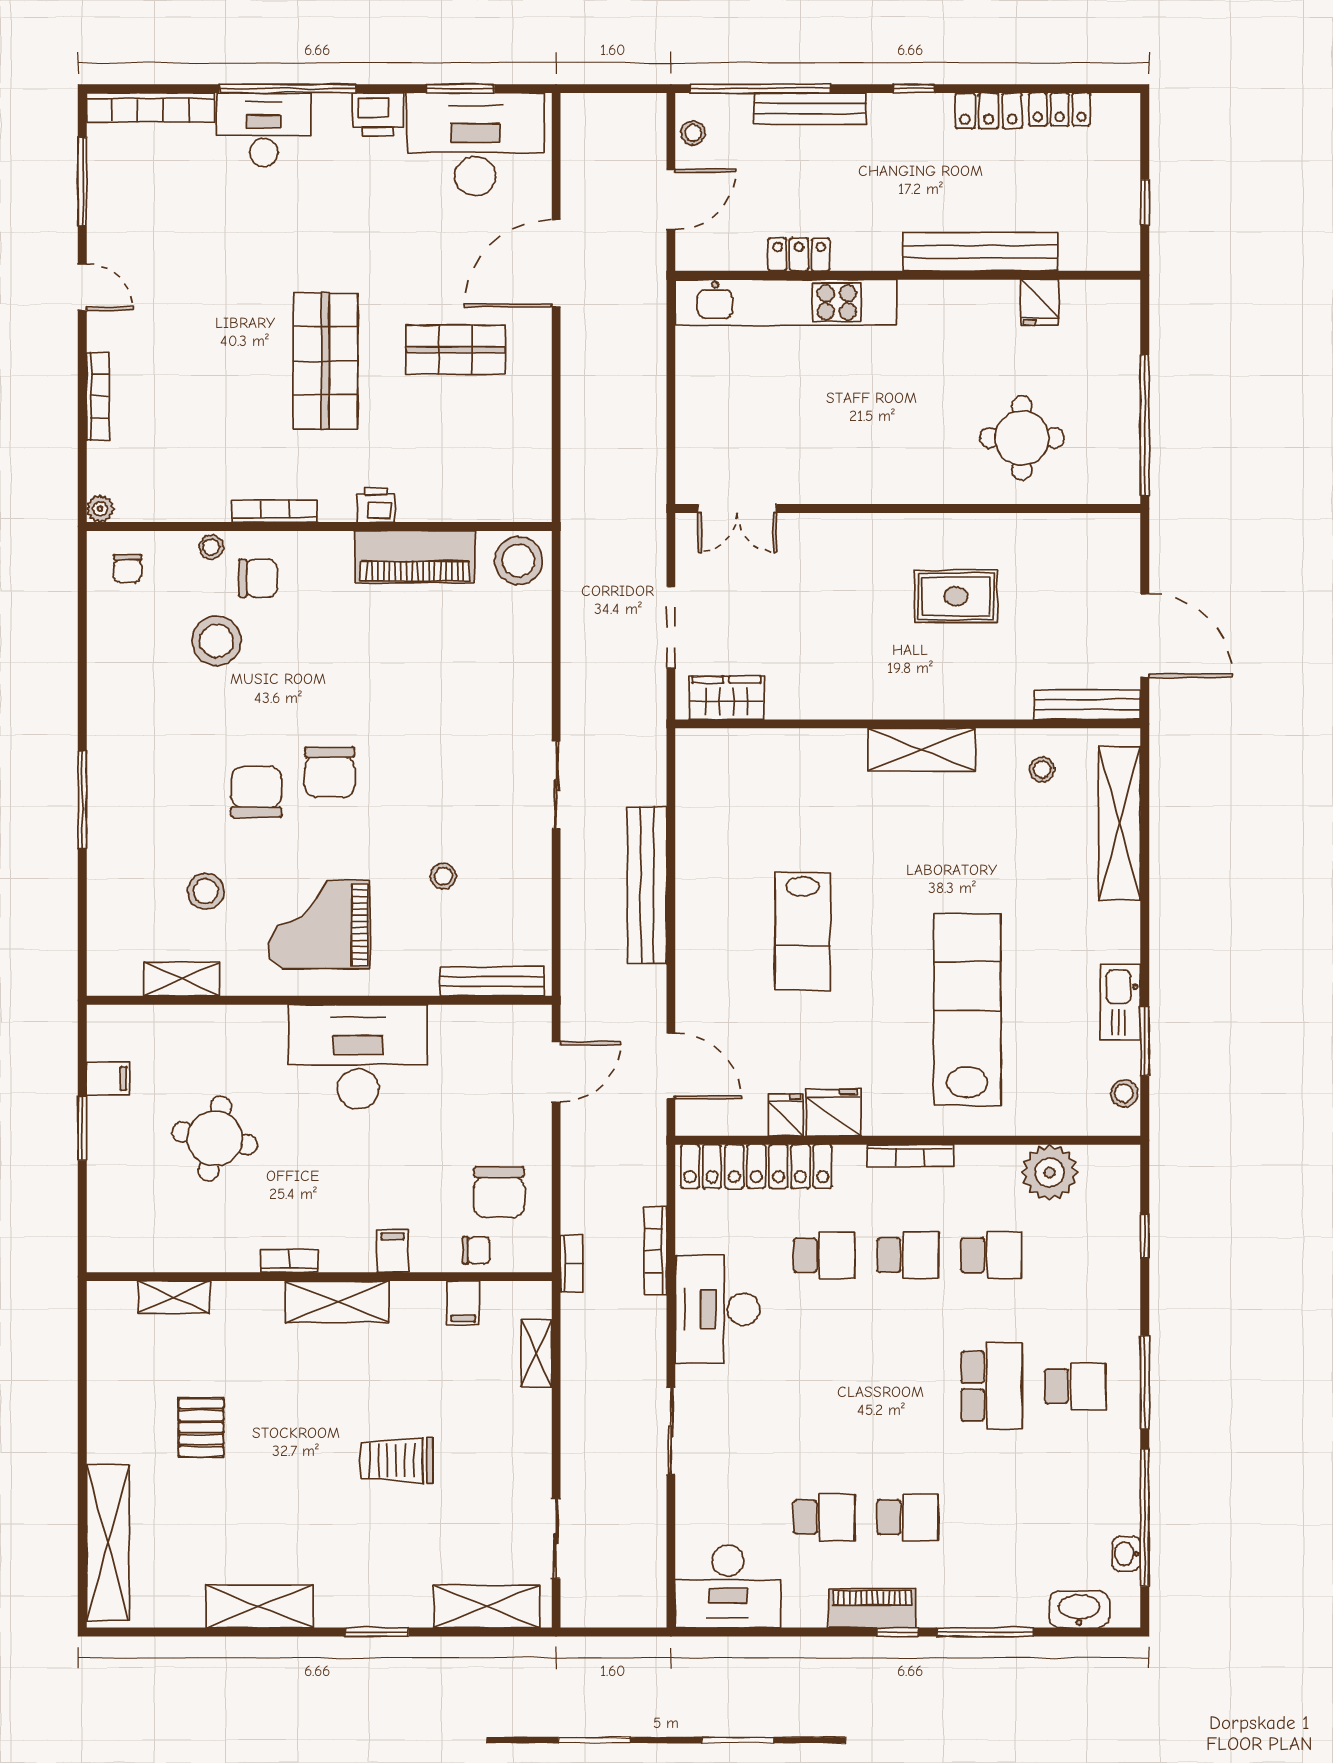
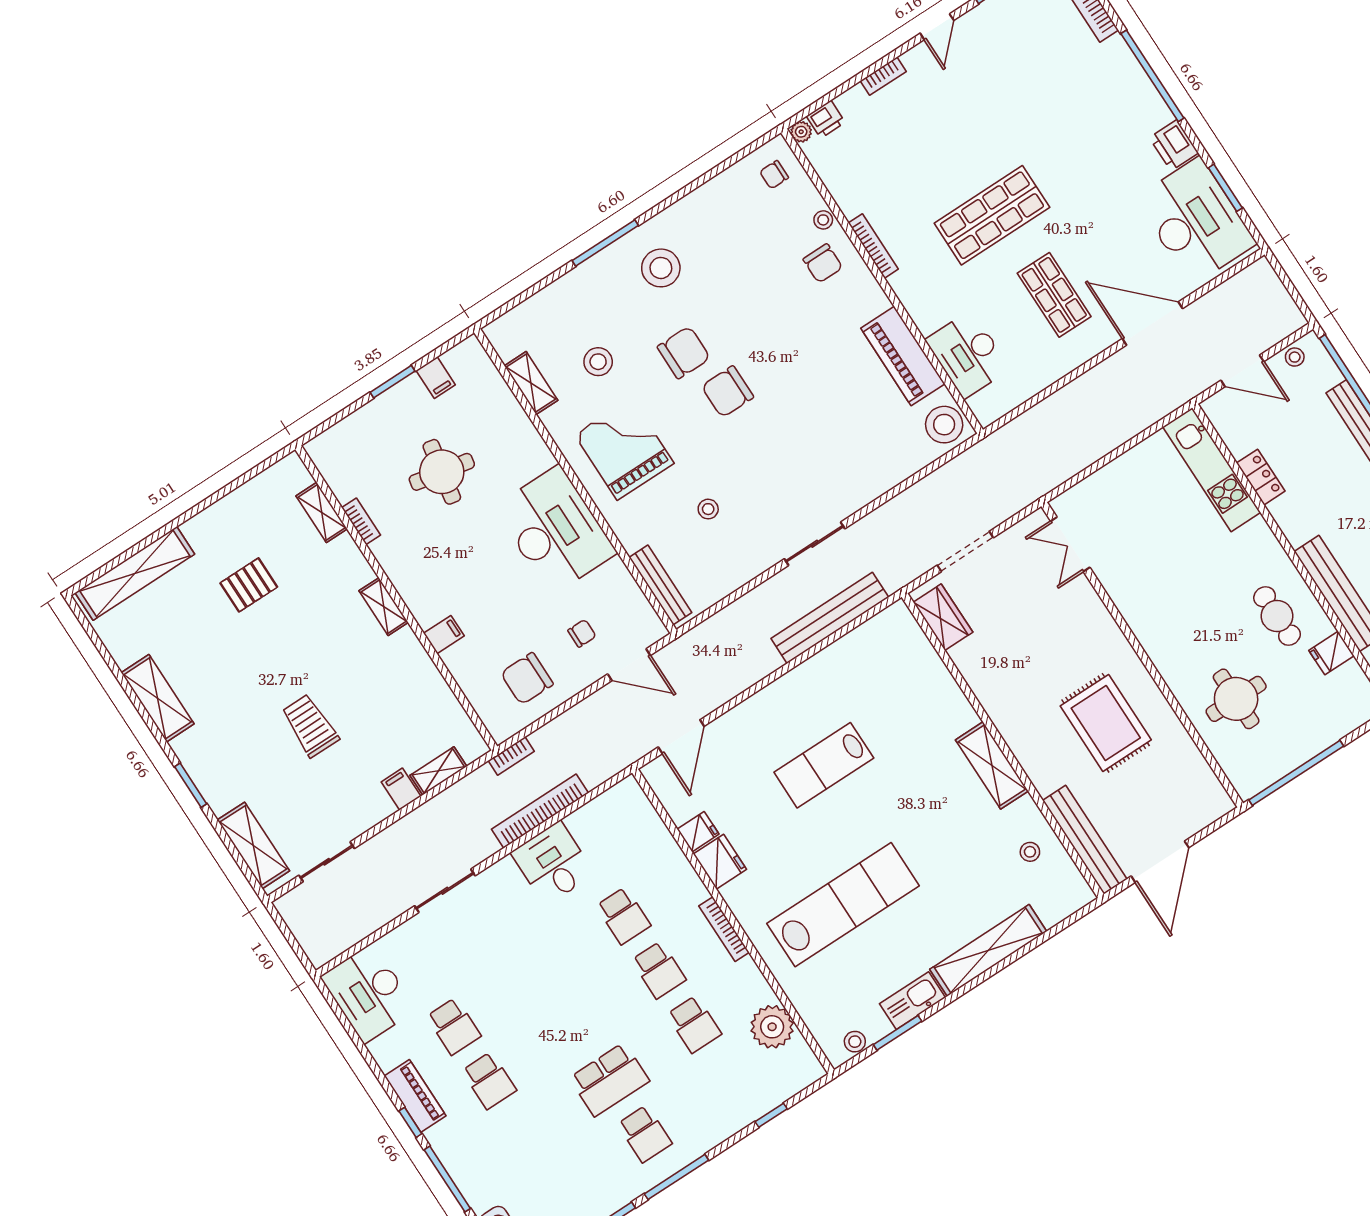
desk: (264, 130) -> (968, 354), moved, turned 180
kitchen unit: (786, 302) -> (1212, 470), width x0.73
cafe table: (961, 335) -> (1277, 616), added
bookcase: (98, 396) -> (883, 76), width x0.64
printer: (376, 505) -> (826, 119), moved, turned 90
rug: (956, 596) -> (1106, 723), width x1.36, depth x1.43
stool: (217, 641) -> (661, 268), moved
bench: (1087, 705) -> (1085, 840), width x1.37, depth x1.21
shelving: (1119, 824) -> (988, 950), moved
bench: (647, 885) -> (830, 618), moved
locker: (756, 1166) -> (652, 834), removed
chair: (476, 1250) -> (582, 633), moved, turned -90
bookcase: (655, 1250) -> (540, 811), width x1.48, depth x1.31
bookcase: (289, 1261) -> (361, 521), moved
shelving: (337, 1302) -> (384, 607), width x0.67, depth x0.75
filing cabinet: (463, 1303) -> (401, 789), moved, turned 90
desk: (717, 1309) -> (553, 863), width x0.73

